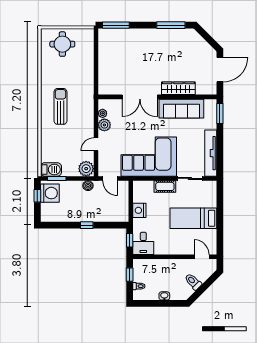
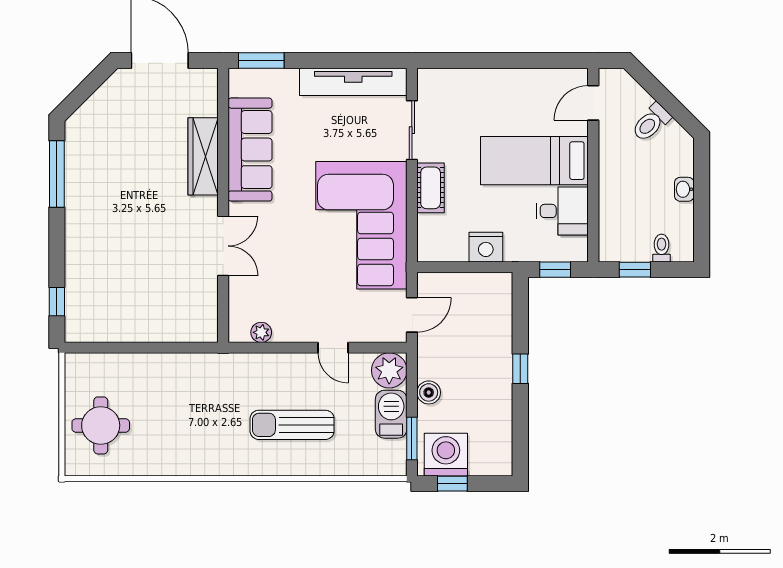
window: (116, 25) -> (57, 302), width x0.46
double door: (140, 97) -> (223, 246), width x0.73
sun lounger: (60, 106) -> (292, 425), moved
plant: (104, 125) -> (288, 328), removed
barbecue: (51, 169) -> (391, 414), moved
boiler: (88, 186) -> (429, 392), moved
bed: (193, 218) -> (534, 161), moved, turned 90
desk: (143, 243) -> (562, 211), moved

